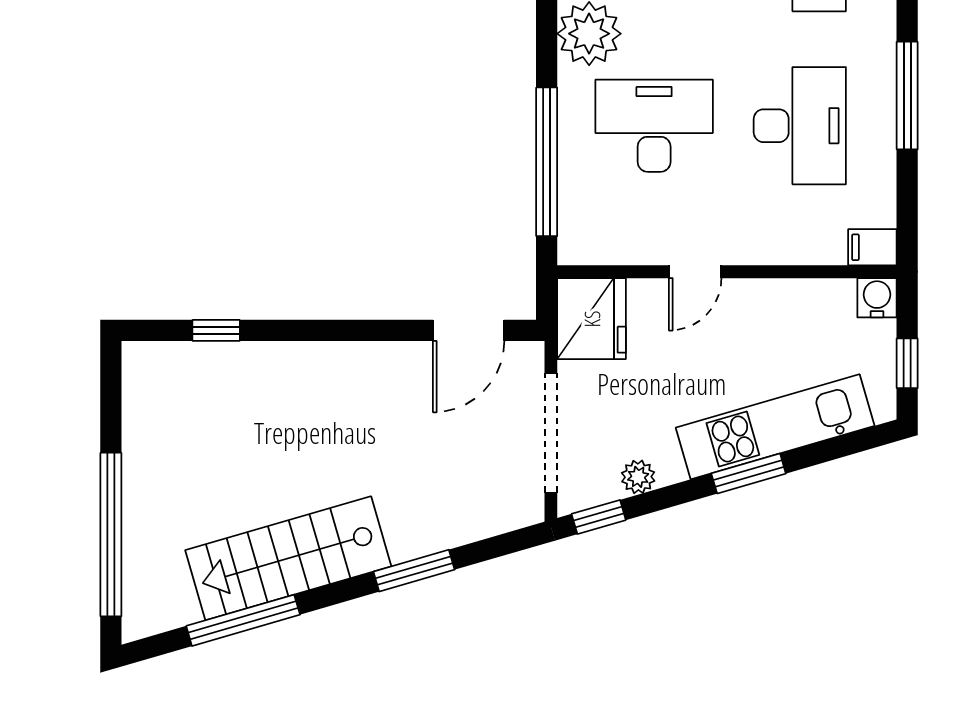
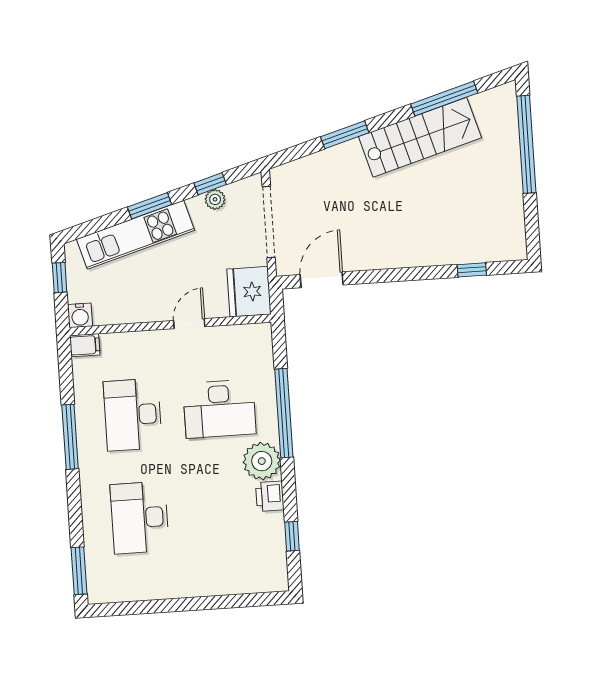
window: (547, 162) -> (284, 413), moved
window: (599, 517) -> (210, 184), moved

